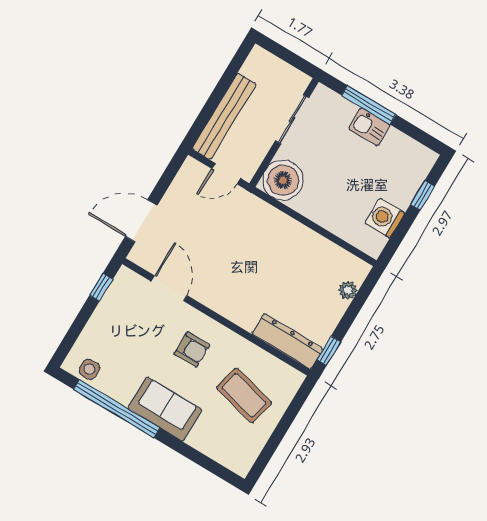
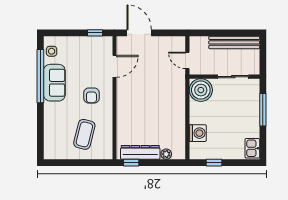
bench: (224, 116) -> (234, 42), moved
kitchen sink: (369, 127) -> (252, 148), moved
window: (422, 195) -> (214, 163), moved
washing machine: (385, 218) -> (198, 133), moved, turned 90
dresser: (287, 341) -> (140, 152), moved, turned -90
sofa: (165, 409) -> (54, 83), moved

